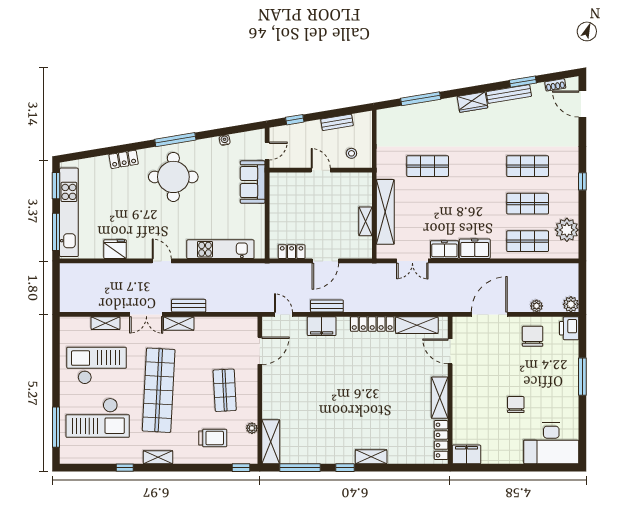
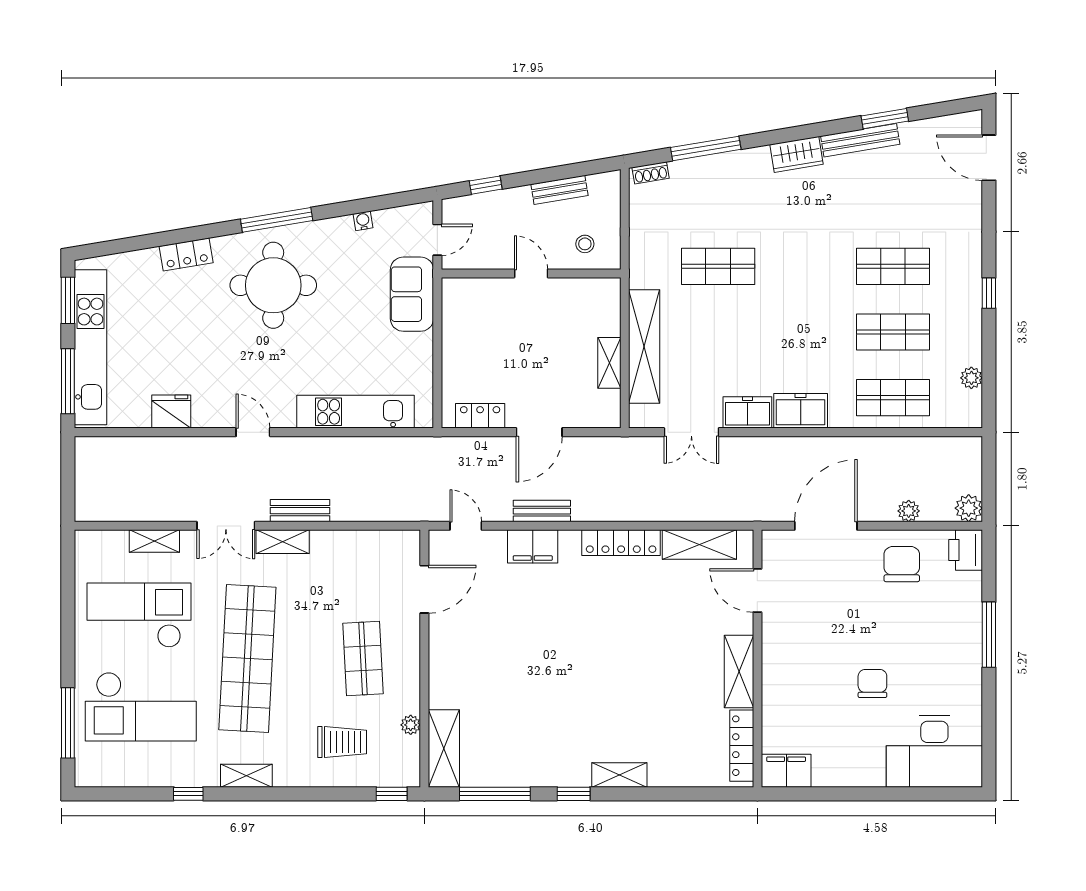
shoe rack: (555, 85) -> (651, 173), moved
plant: (567, 230) -> (971, 378), width x0.53, depth x0.53

